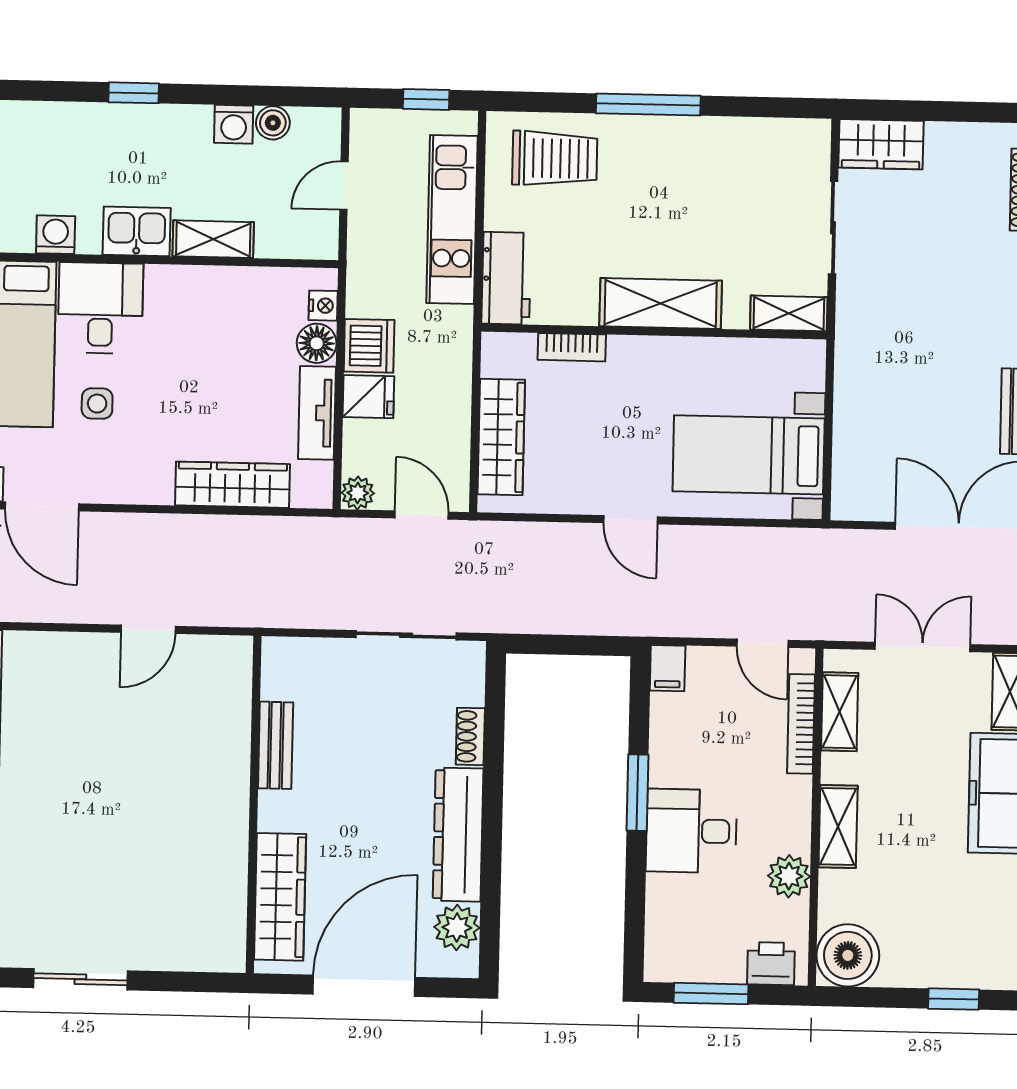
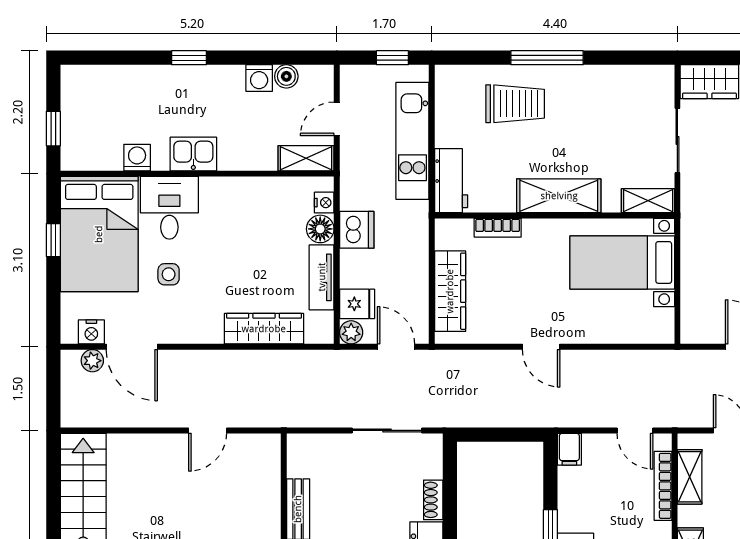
trolley: (555, 158) -> (515, 104), moved
shelving: (213, 239) -> (306, 158), moved
fridge: (368, 397) -> (357, 304), moved
bed with nightstands: (749, 455) -> (622, 262), moved

